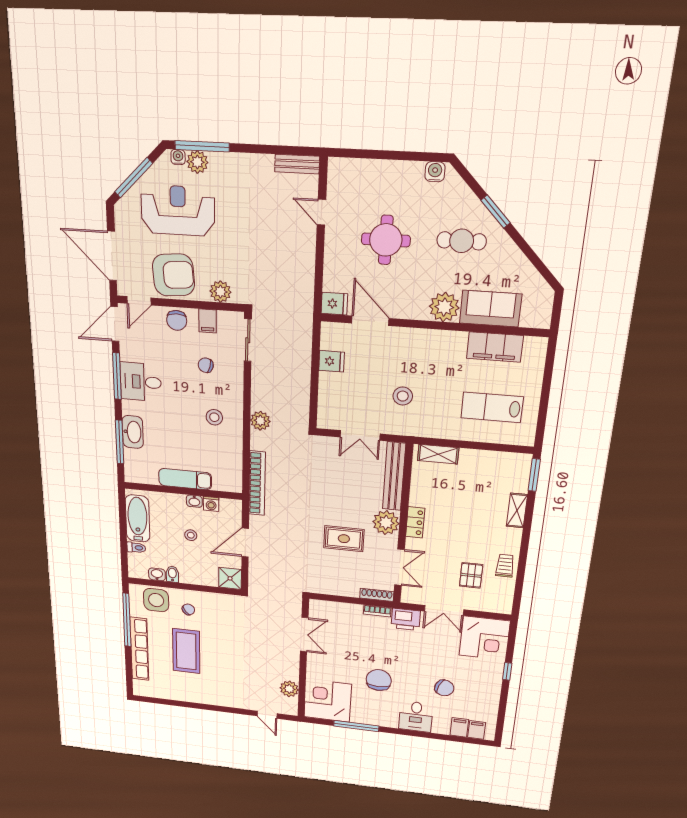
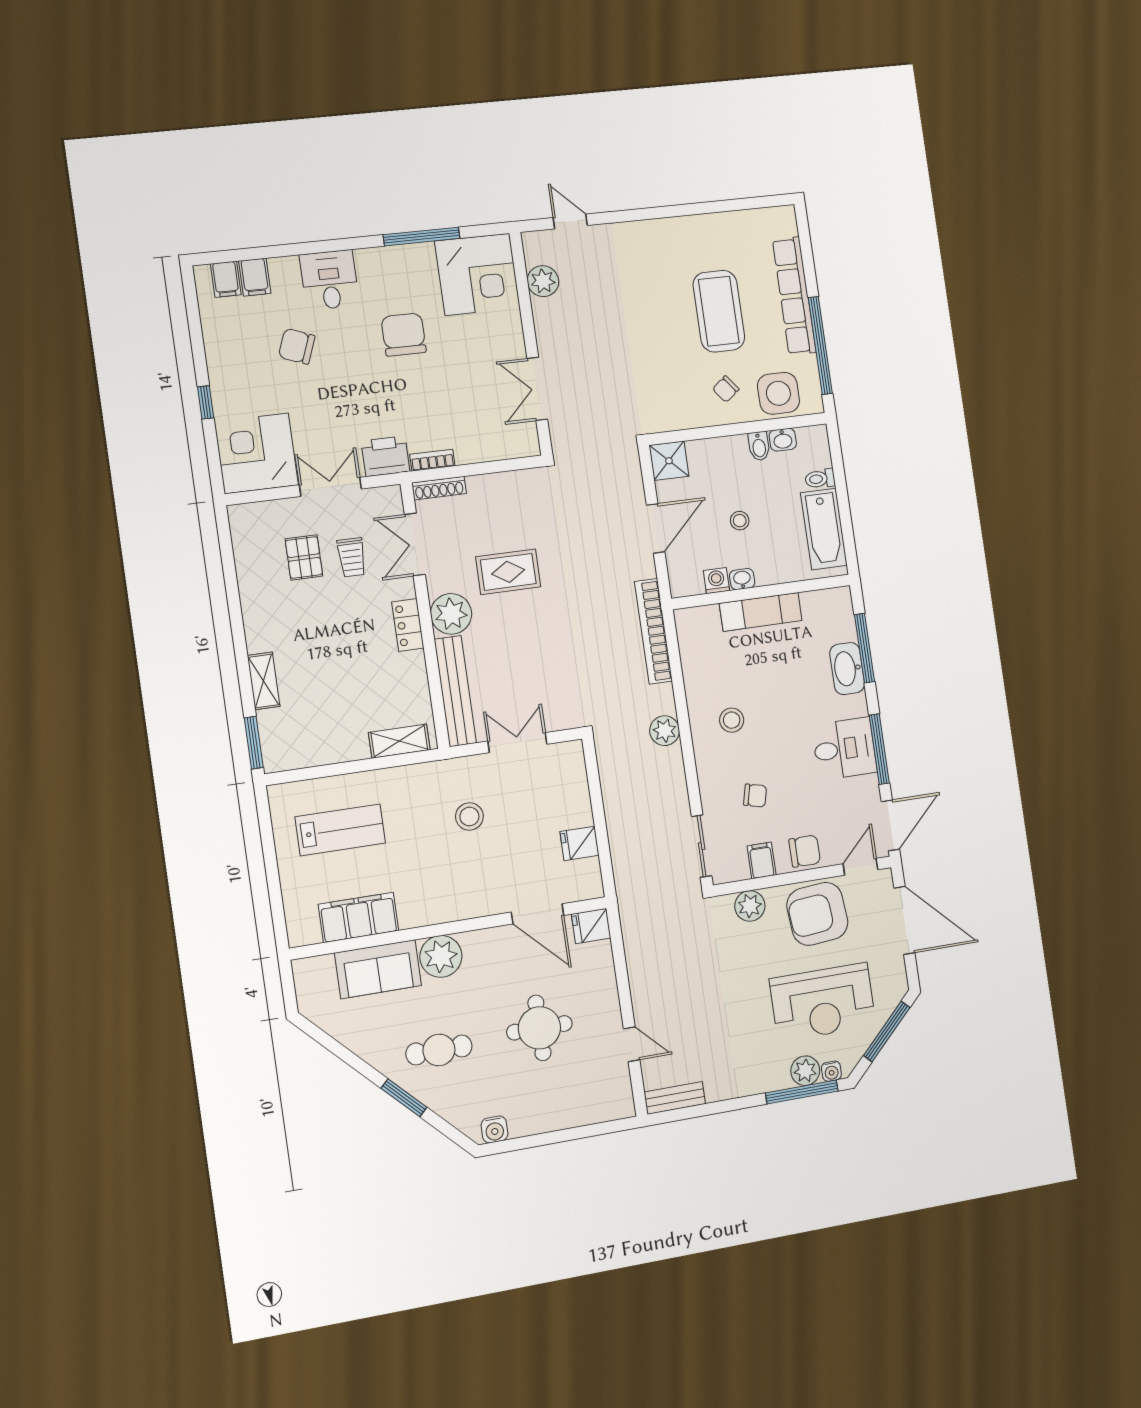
chair: (177, 320) -> (805, 851), turned 90
trolley: (505, 566) -> (352, 557), moved
chair: (379, 680) -> (404, 335), turned 180

